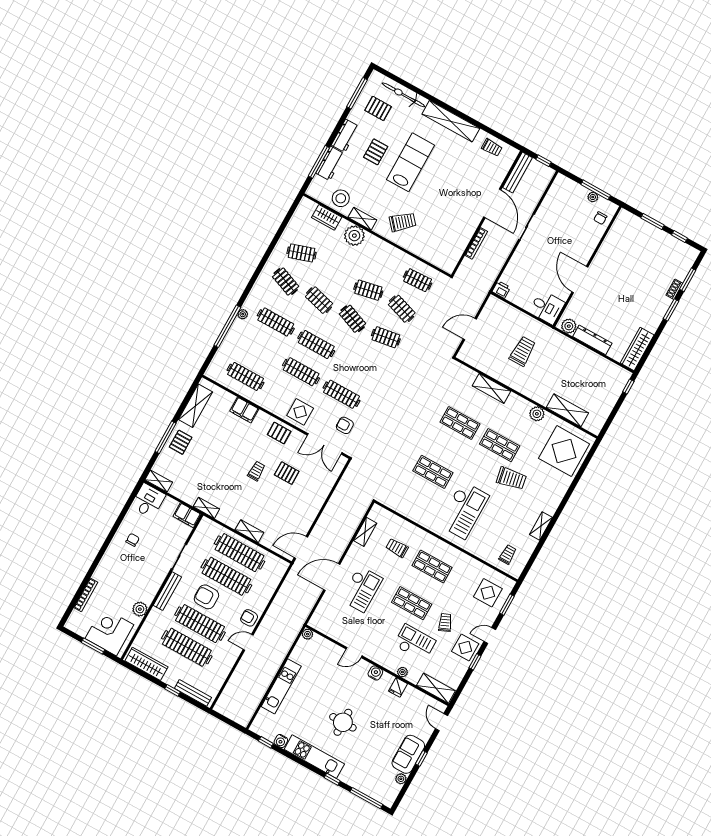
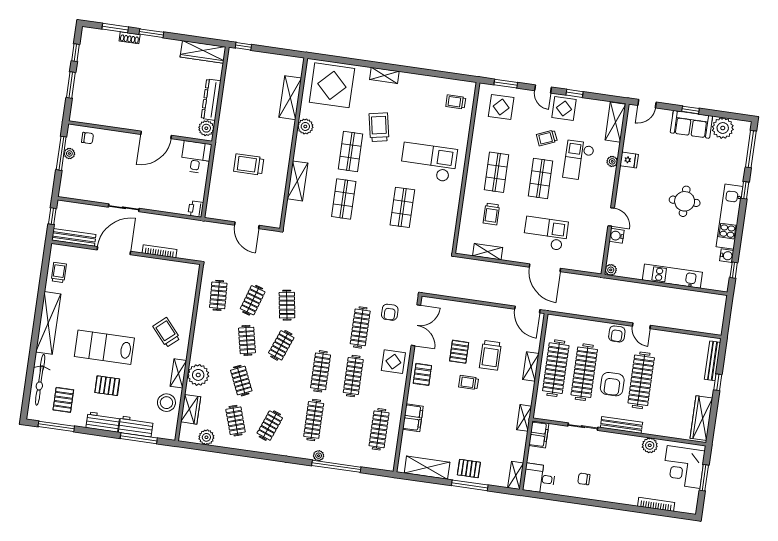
plant: (297, 222) -> (206, 437), added
clothes rail: (319, 300) -> (241, 381), moved, turned -39
trolley: (273, 499) -> (490, 355), added
shelving: (541, 526) -> (384, 75), moved
clothes rail: (187, 647) -> (670, 384), removed
water cooler: (375, 673) -> (617, 236), moved
plant: (401, 779) -> (723, 128), width x1.88, depth x1.88

